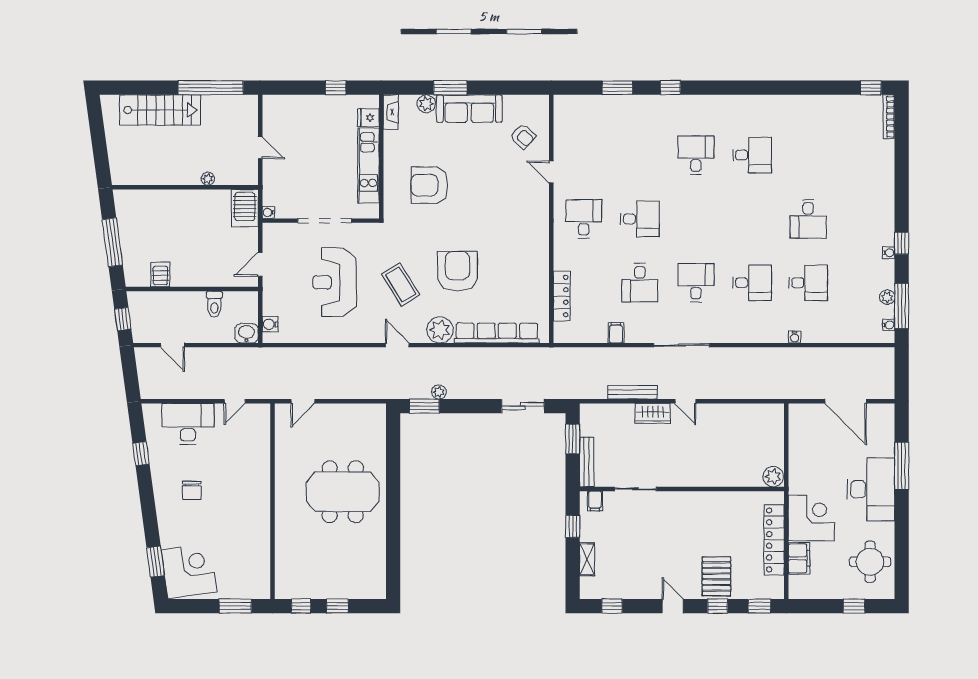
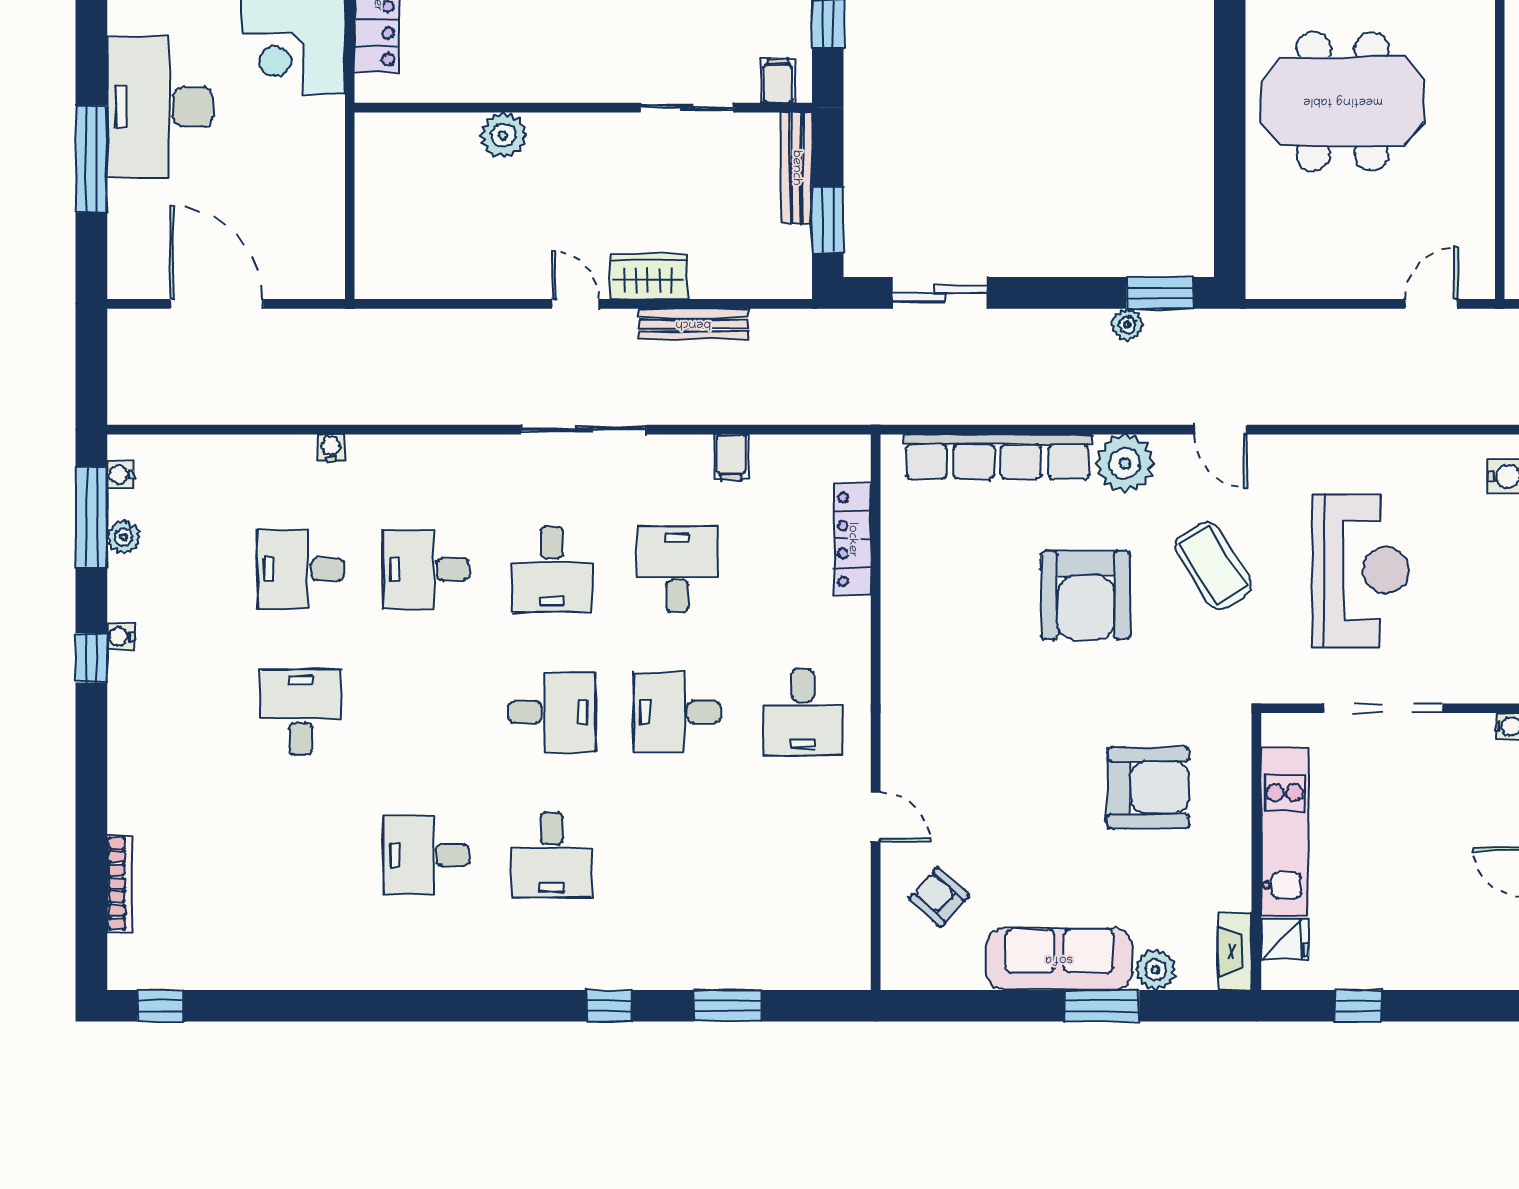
bookcase: (889, 117) -> (120, 883), moved
desk: (696, 219) -> (552, 712), added
plant: (773, 477) -> (503, 135), moved

